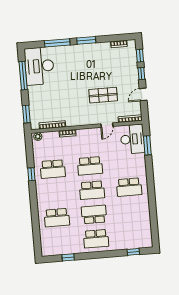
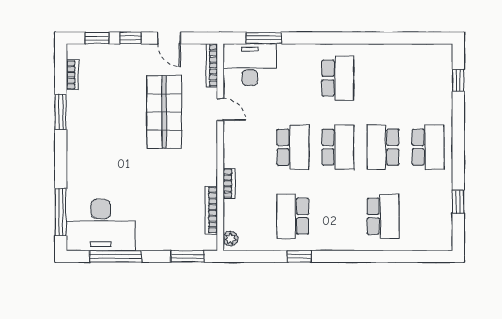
window: (86, 40) -> (61, 112), moved
window: (57, 43) -> (61, 212), moved
shop shelf: (103, 95) -> (164, 112), width x1.43, depth x1.36
school desk: (53, 169) -> (293, 216), turned 180

